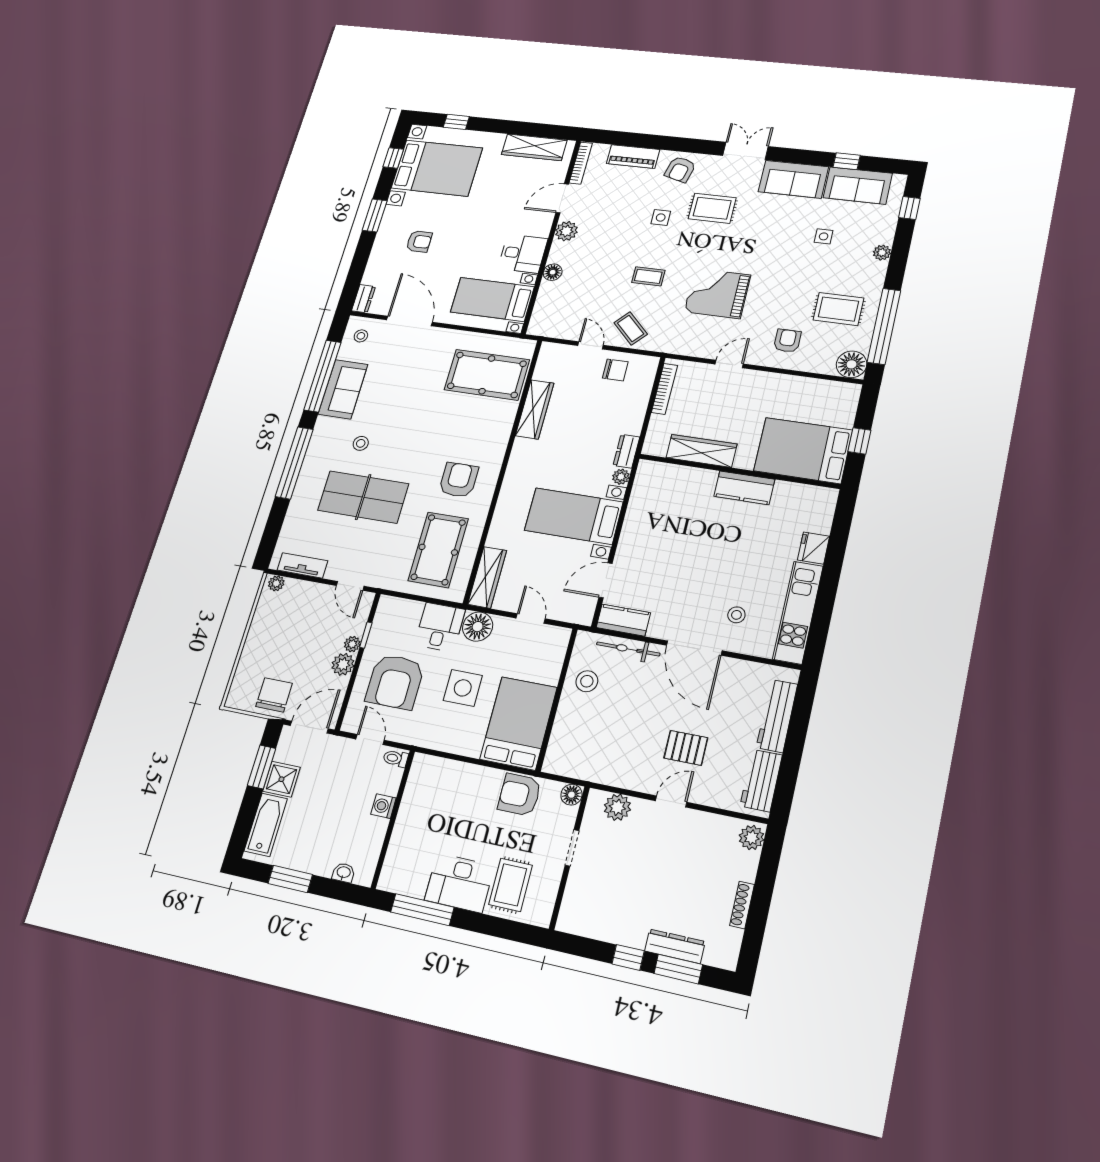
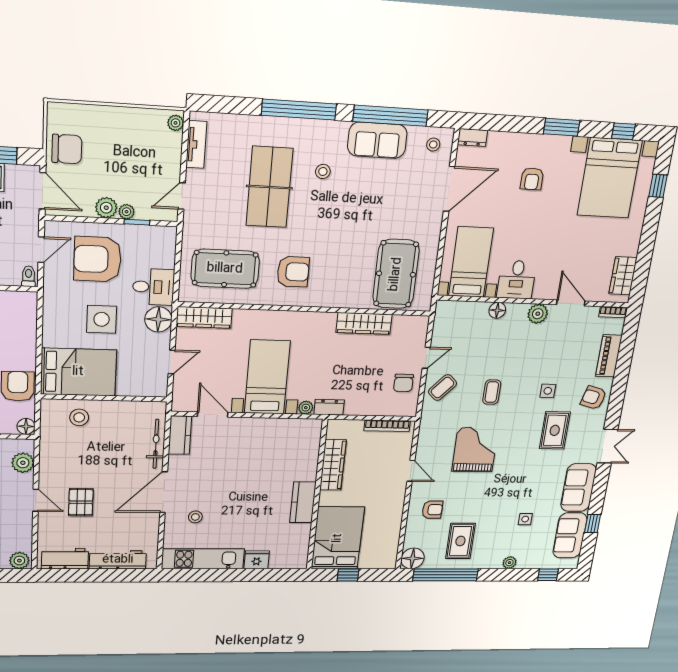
wardrobe: (534, 147) -> (623, 276), width x0.67
bookcase: (581, 163) -> (613, 312), width x0.64
stool: (587, 681) -> (79, 417), moved

